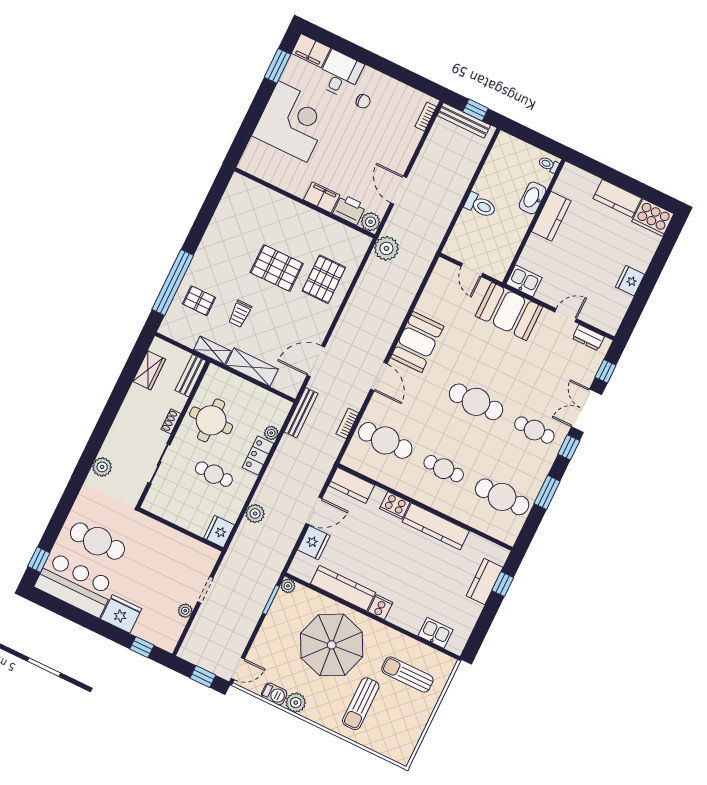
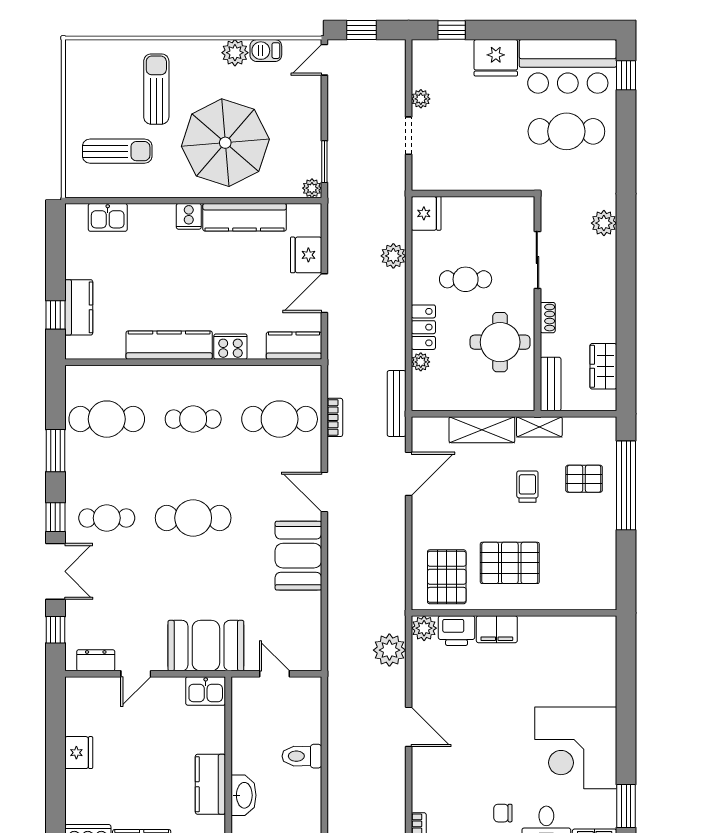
filing cabinet: (322, 197) -> (497, 629), moved
wall: (305, 203) -> (514, 613), moved
printer: (349, 210) -> (457, 631), moved
plant: (371, 222) -> (424, 628), moved

